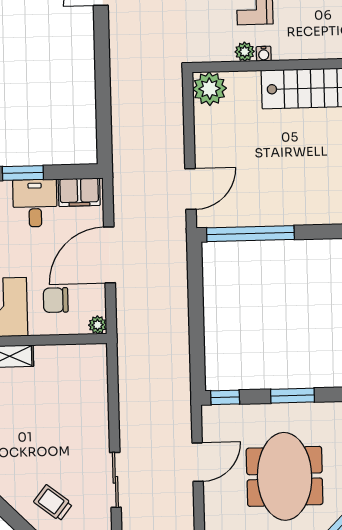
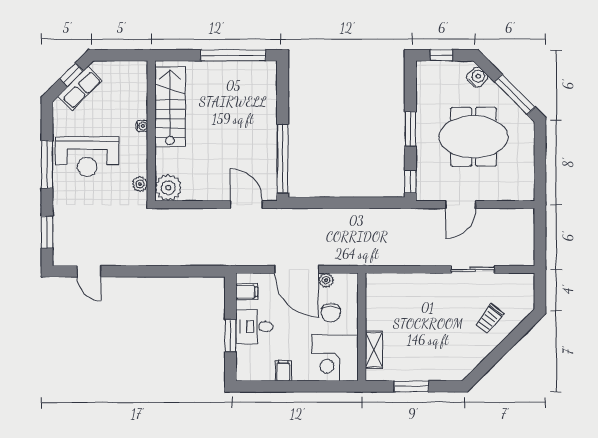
plant: (245, 52) -> (140, 184), moved
water cooler: (264, 54) -> (142, 126), moved
filing cabinet: (79, 192) -> (247, 292), width x0.50
plant: (98, 325) -> (326, 280), moved
door: (198, 462) -> (461, 205), swing flipped

